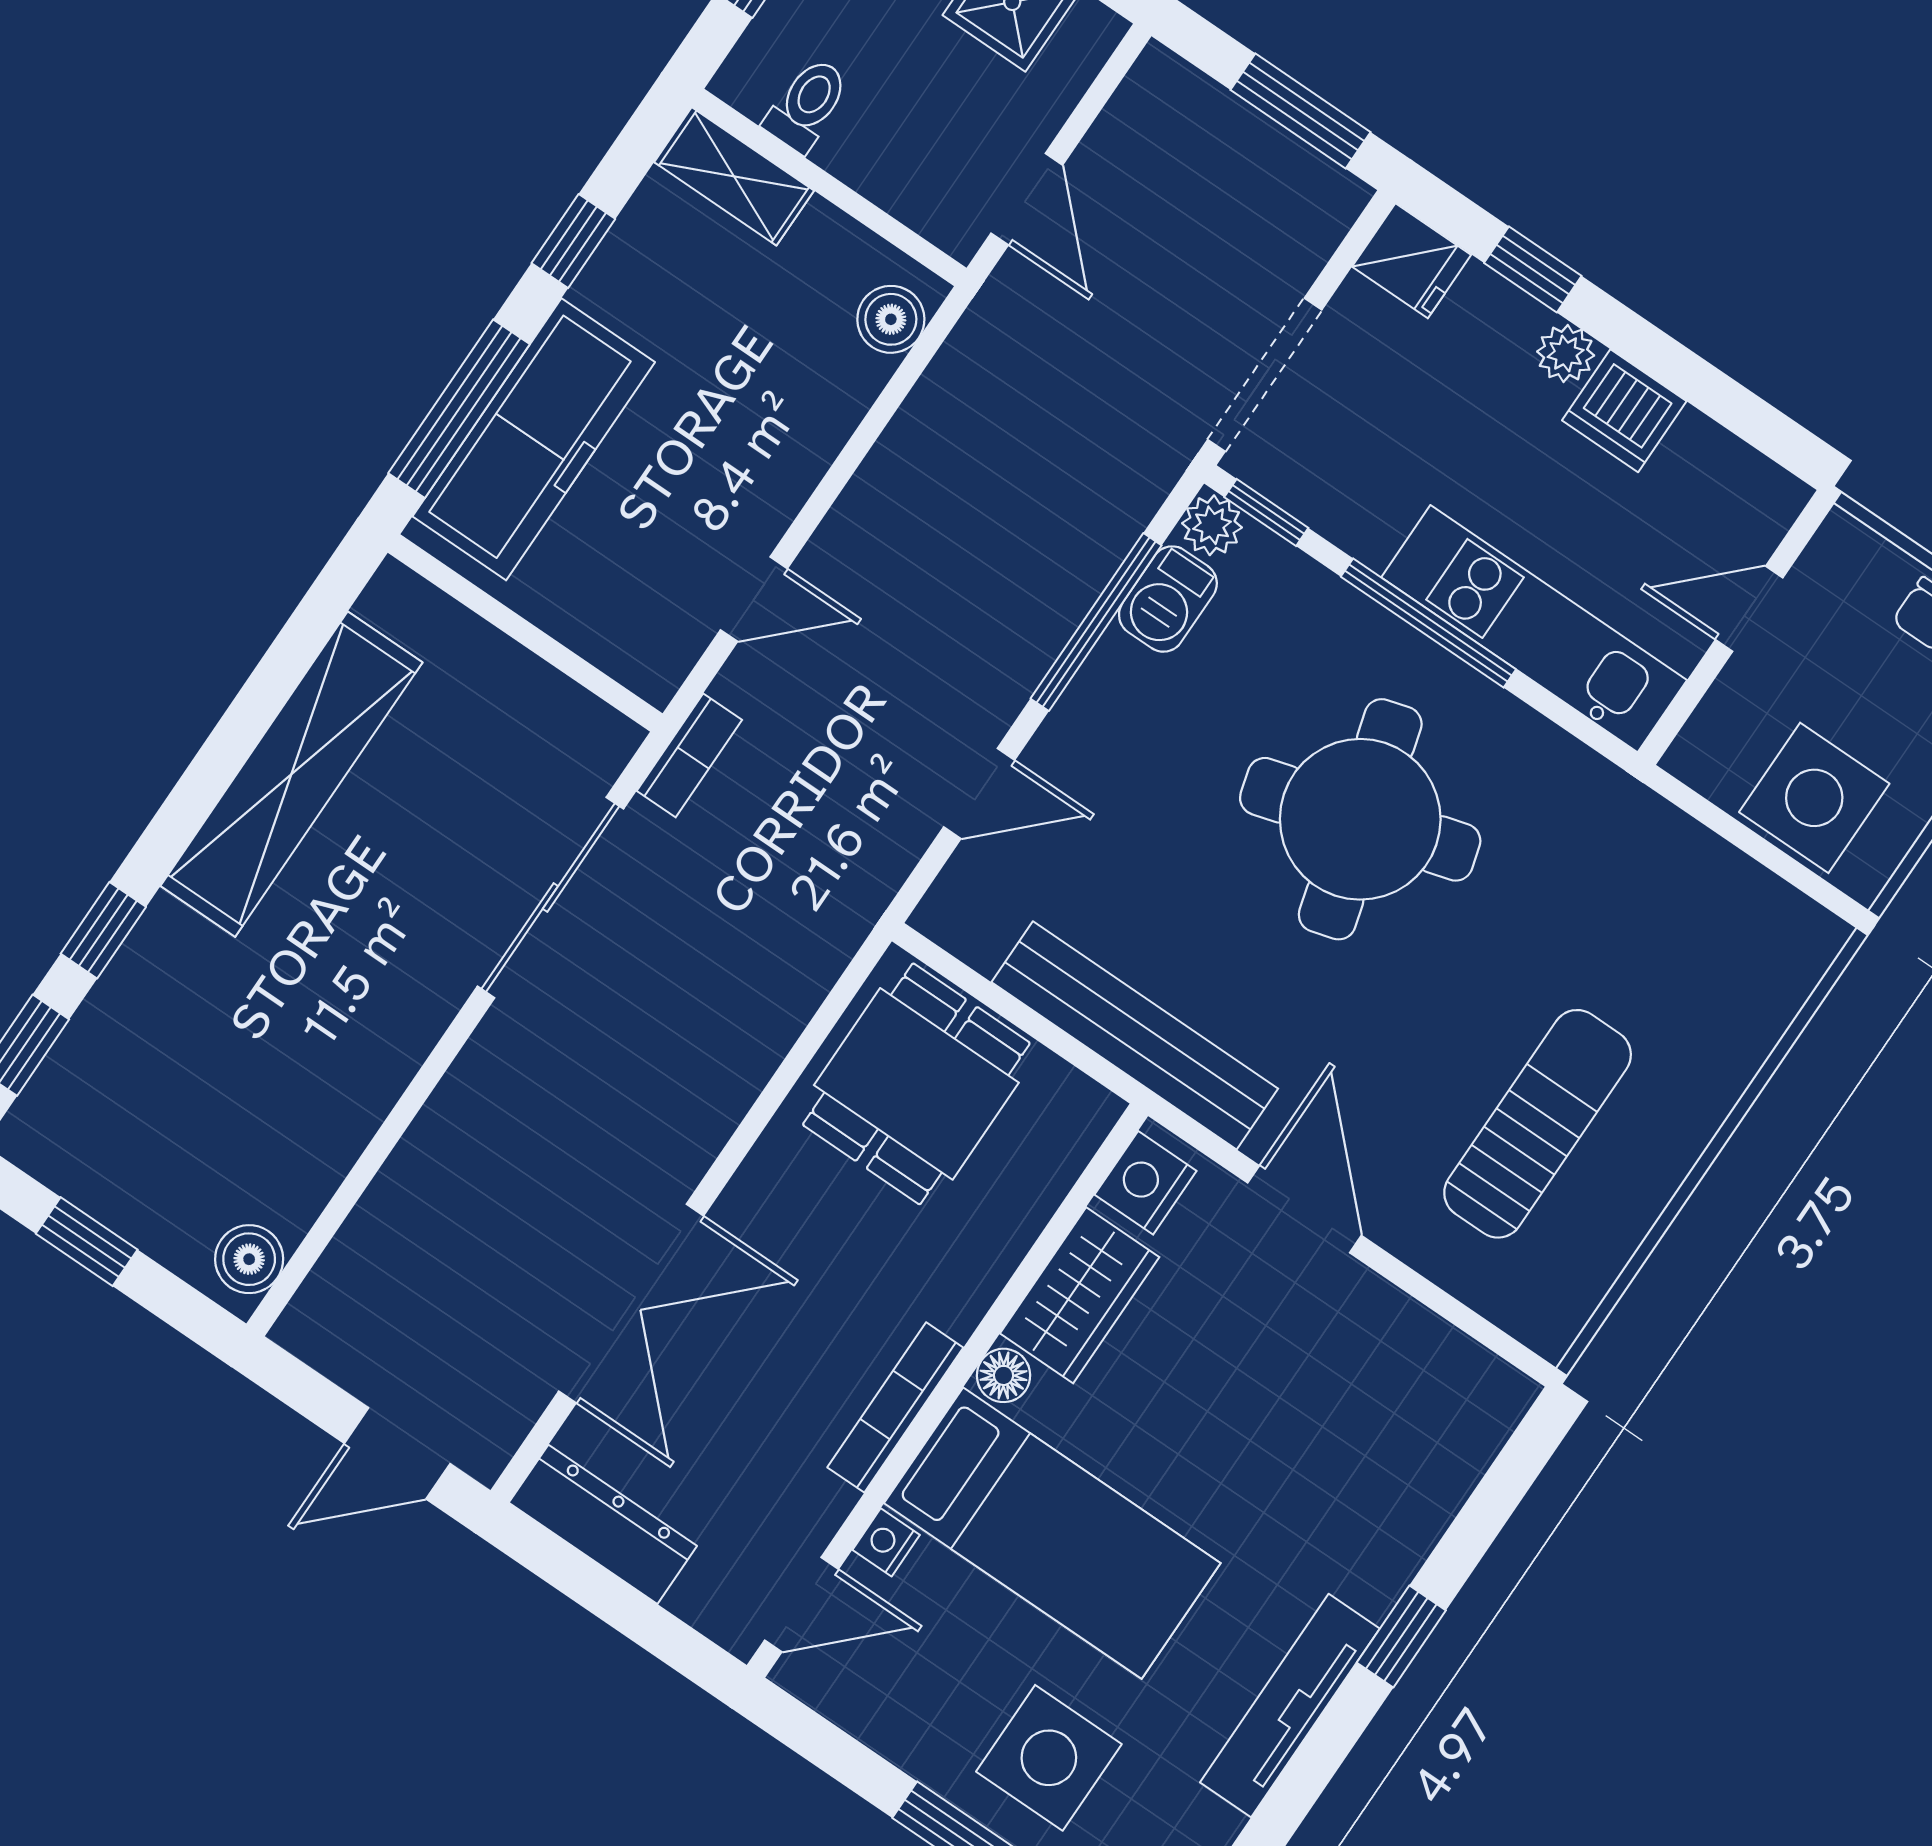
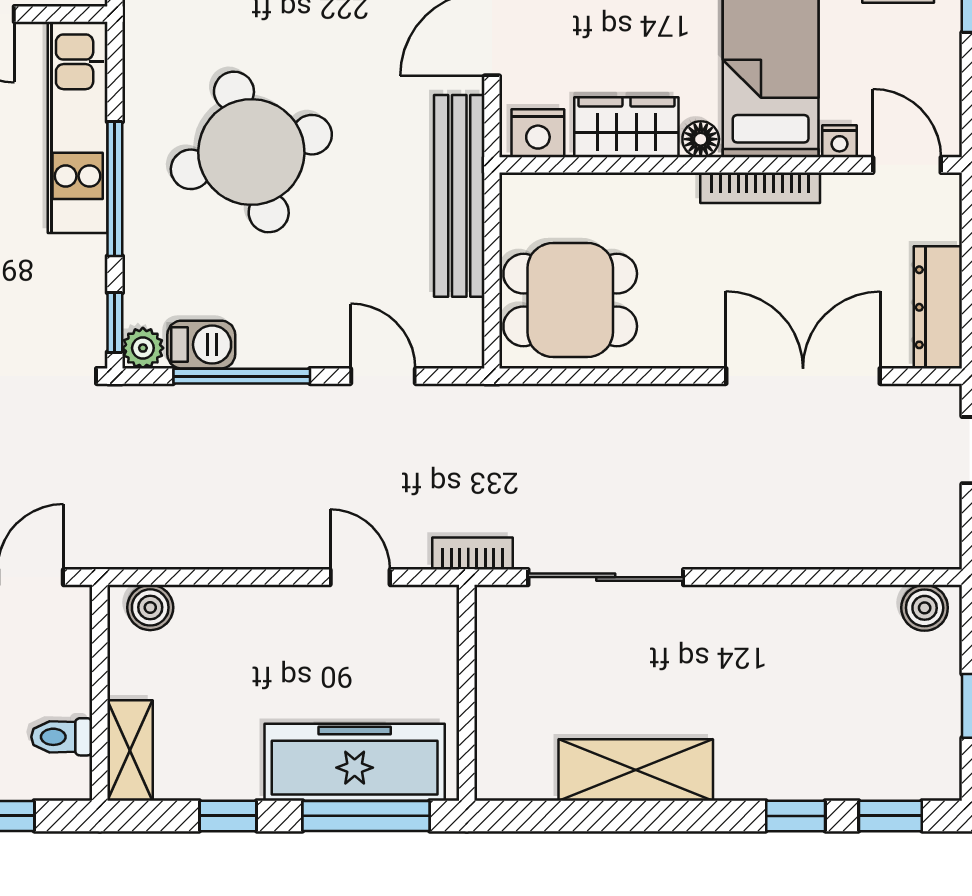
shelving: (291, 774) -> (636, 770), width x0.68

